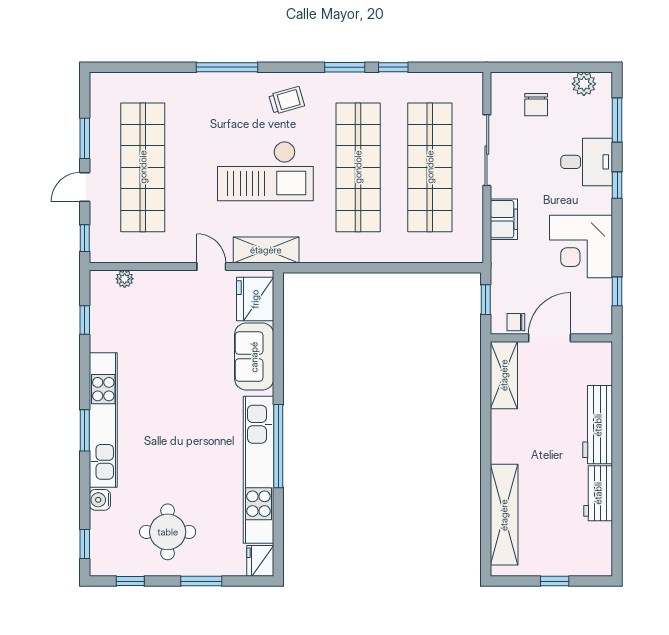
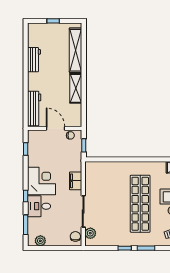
plant: (471, 101) -> (90, 233), added
chair: (536, 105) -> (75, 236), moved
shop shelf: (430, 167) -> (108, 204), removed
corner desk: (581, 246) -> (42, 181), moved
door: (550, 338) -> (55, 128), swing flipped
shelving: (504, 375) -> (76, 88), moved
workbench: (598, 425) -> (34, 109), moved

